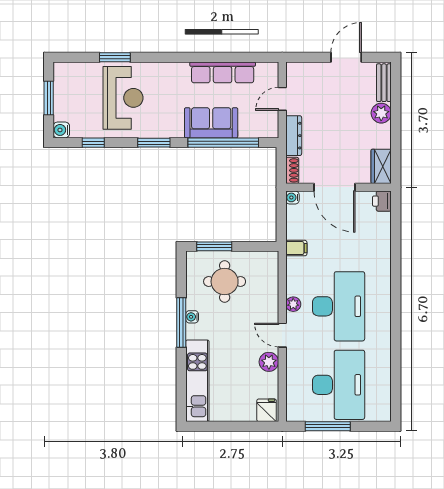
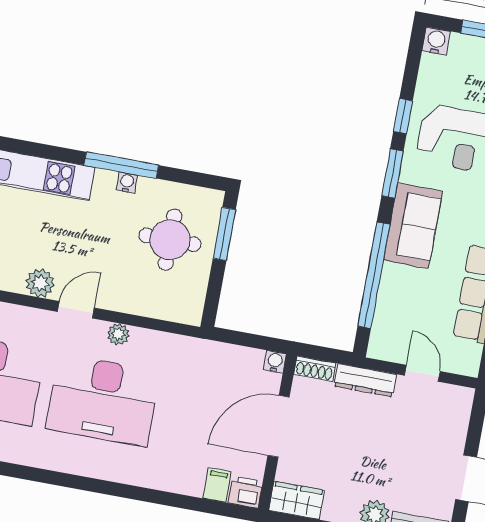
sofa: (211, 123) -> (413, 226), moved
window: (93, 143) -> (403, 116), moved
filing cabinet: (296, 248) -> (217, 485), moved, turned 180

